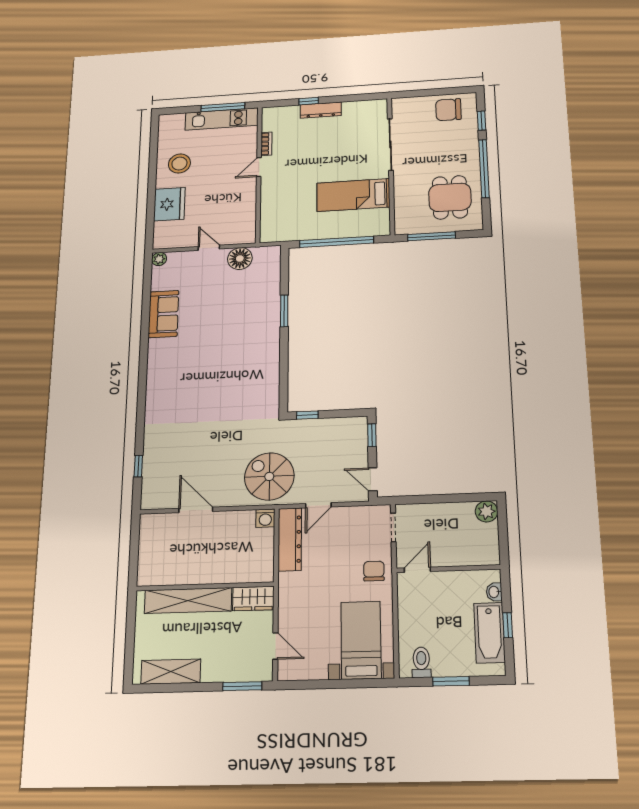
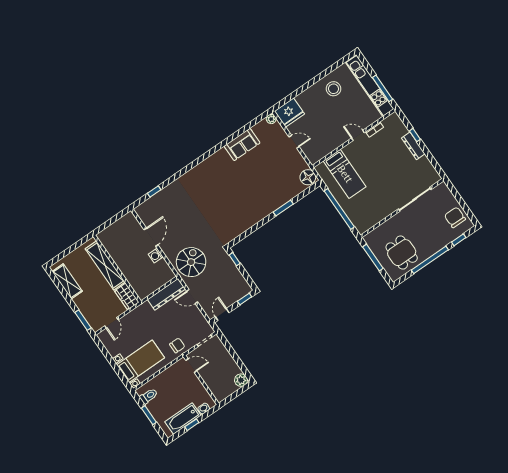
kitchen unit: (222, 119) -> (370, 86), width x1.36
bed: (353, 195) -> (345, 174), moved, turned 180
dining table: (450, 197) -> (402, 253), turned 90
fridge: (169, 204) -> (289, 113), moved
door: (209, 248) -> (294, 142), hinge flipped
floor lamp: (240, 259) -> (308, 177), moved
washing machine: (265, 518) -> (156, 256), moved

